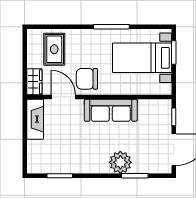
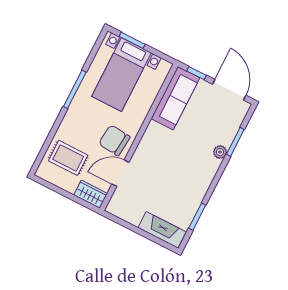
chair: (87, 79) -> (114, 140), turned 95
sofa: (111, 110) -> (175, 98), moved
fireplace: (35, 119) -> (162, 230), moved
plant: (120, 162) -> (220, 152), width x0.53, depth x0.53

